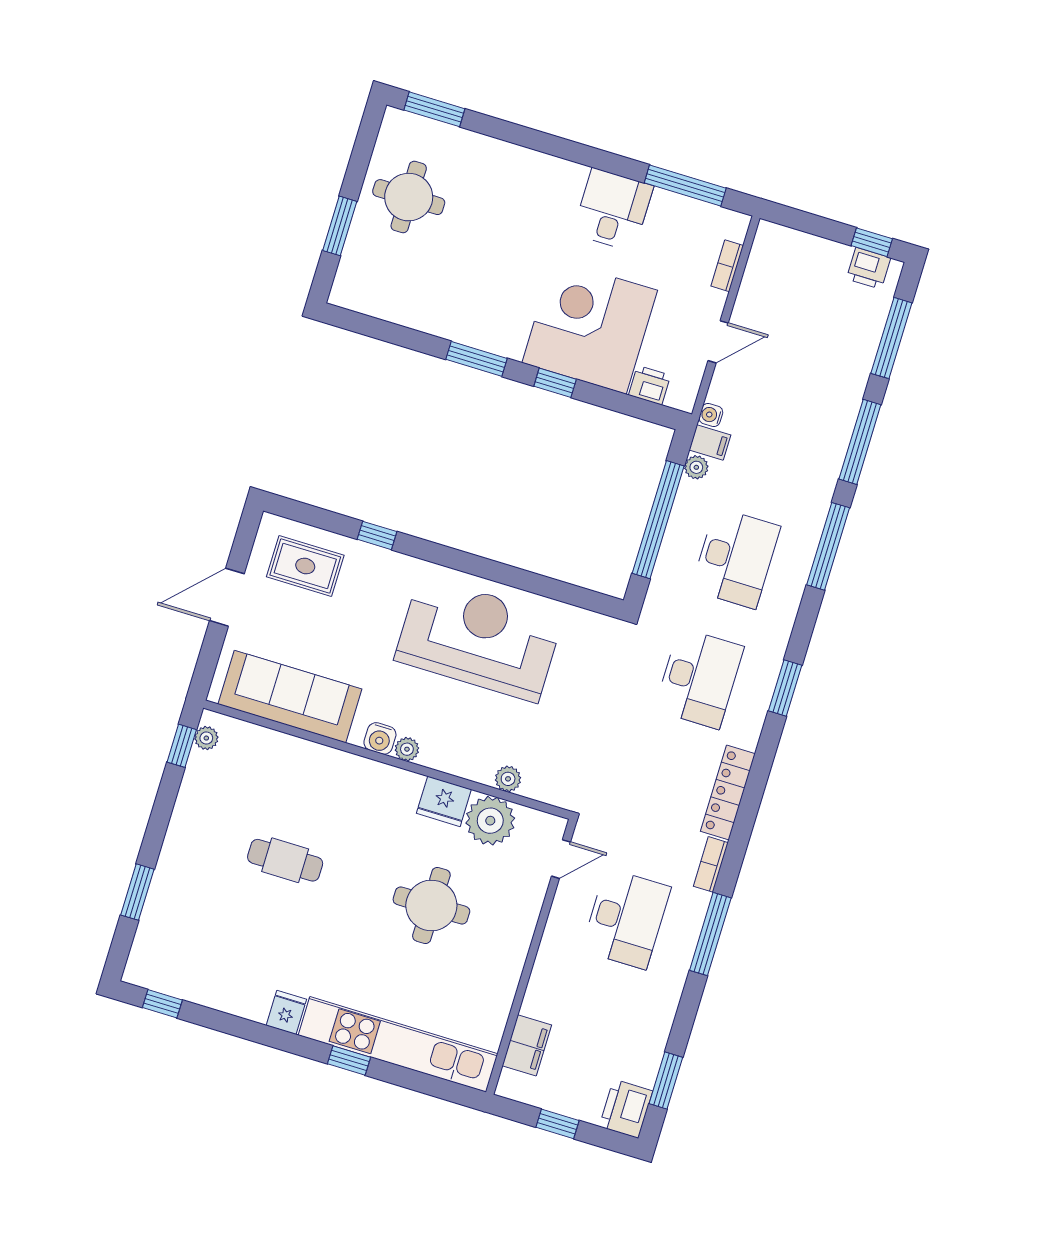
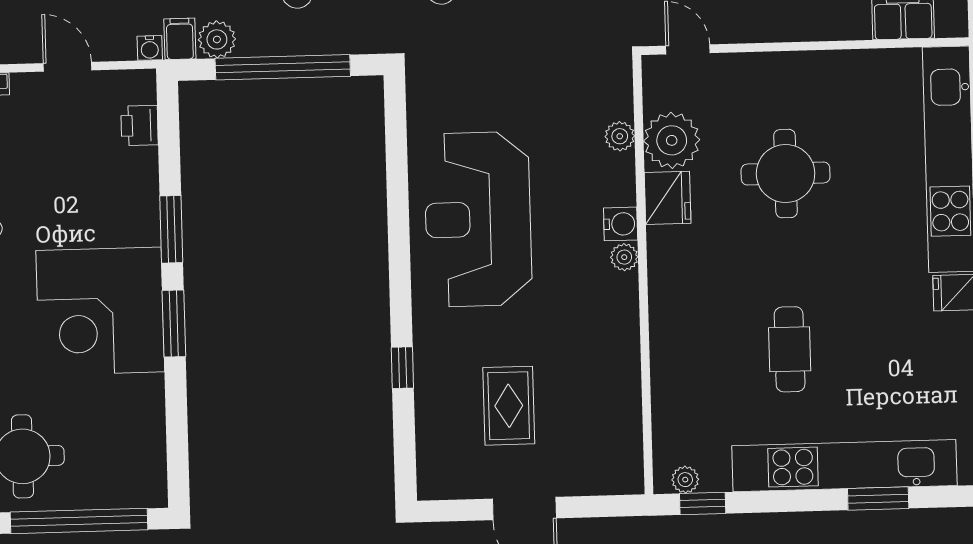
window: (340, 226) -> (79, 521), width x2.11
corner desk: (590, 327) -> (100, 311), moved
window: (555, 383) -> (171, 229), width x1.50
plant: (696, 467) -> (217, 39), width x1.38, depth x1.38
rug: (305, 566) -> (509, 406), moved
sofa: (290, 697) -> (610, 404), removed
water cooler: (380, 738) -> (621, 224), moved
kitchen unit: (174, 873) -> (844, 466), added

